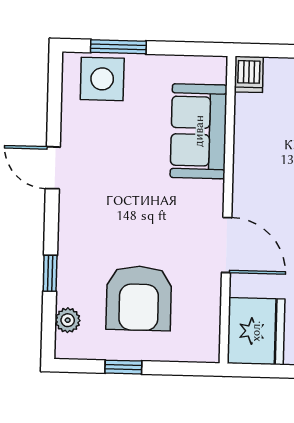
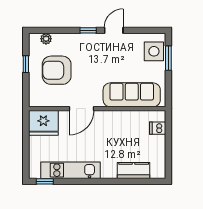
dishwasher: (249, 74) -> (158, 128), moved
sofa: (199, 131) -> (132, 95), width x1.36
window: (50, 273) -> (88, 30), moved

